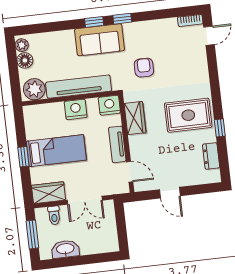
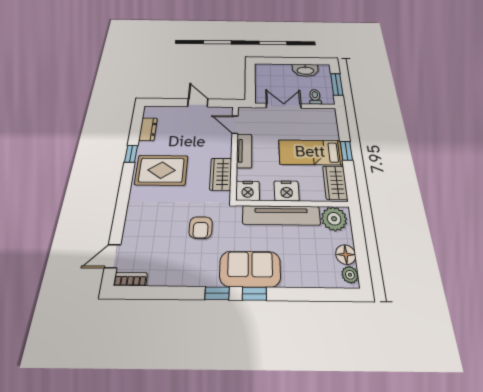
wardrobe: (49, 193) -> (335, 183), moved, turned 90

